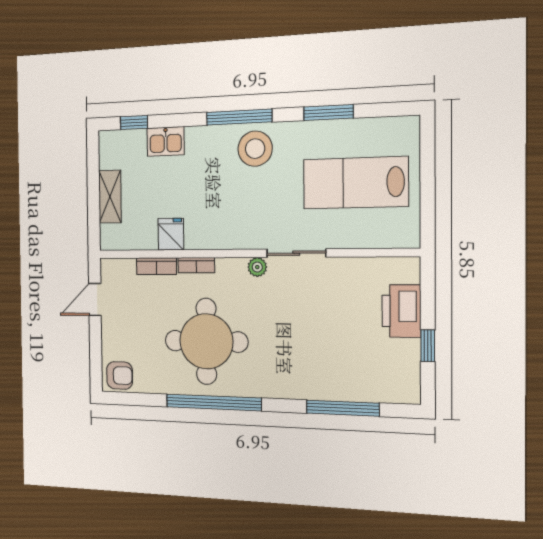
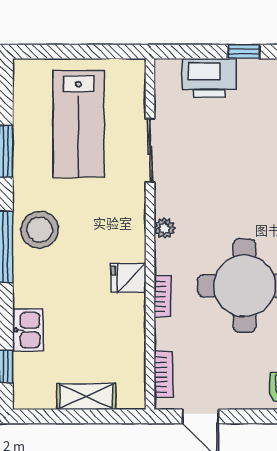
fridge: (171, 234) -> (129, 278), moved
sliding door: (296, 253) -> (150, 150), moved
bookcase: (156, 266) -> (163, 374), moved

